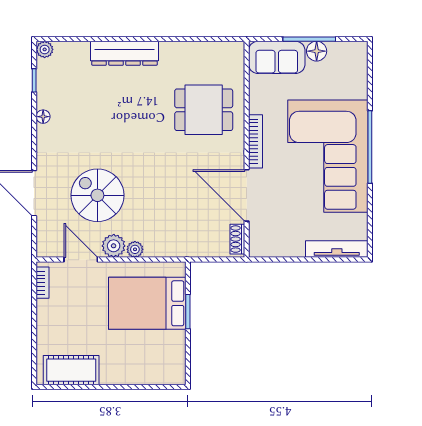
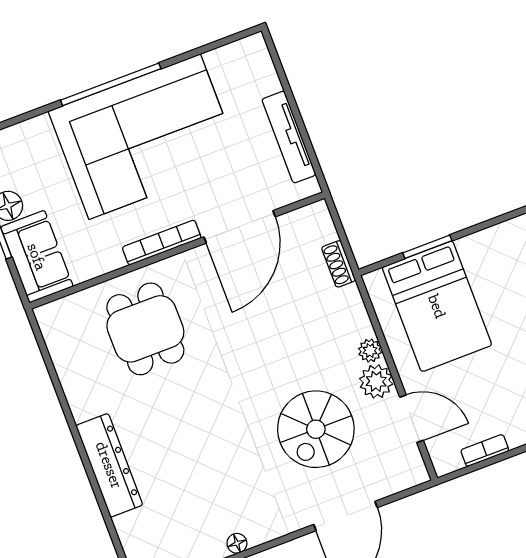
shoe rack: (237, 239) -> (339, 264), moved, turned 90
tv unit: (337, 249) -> (289, 137), moved
door: (81, 260) -> (412, 419), swing flipped
bookcase: (43, 283) -> (485, 450), moved

